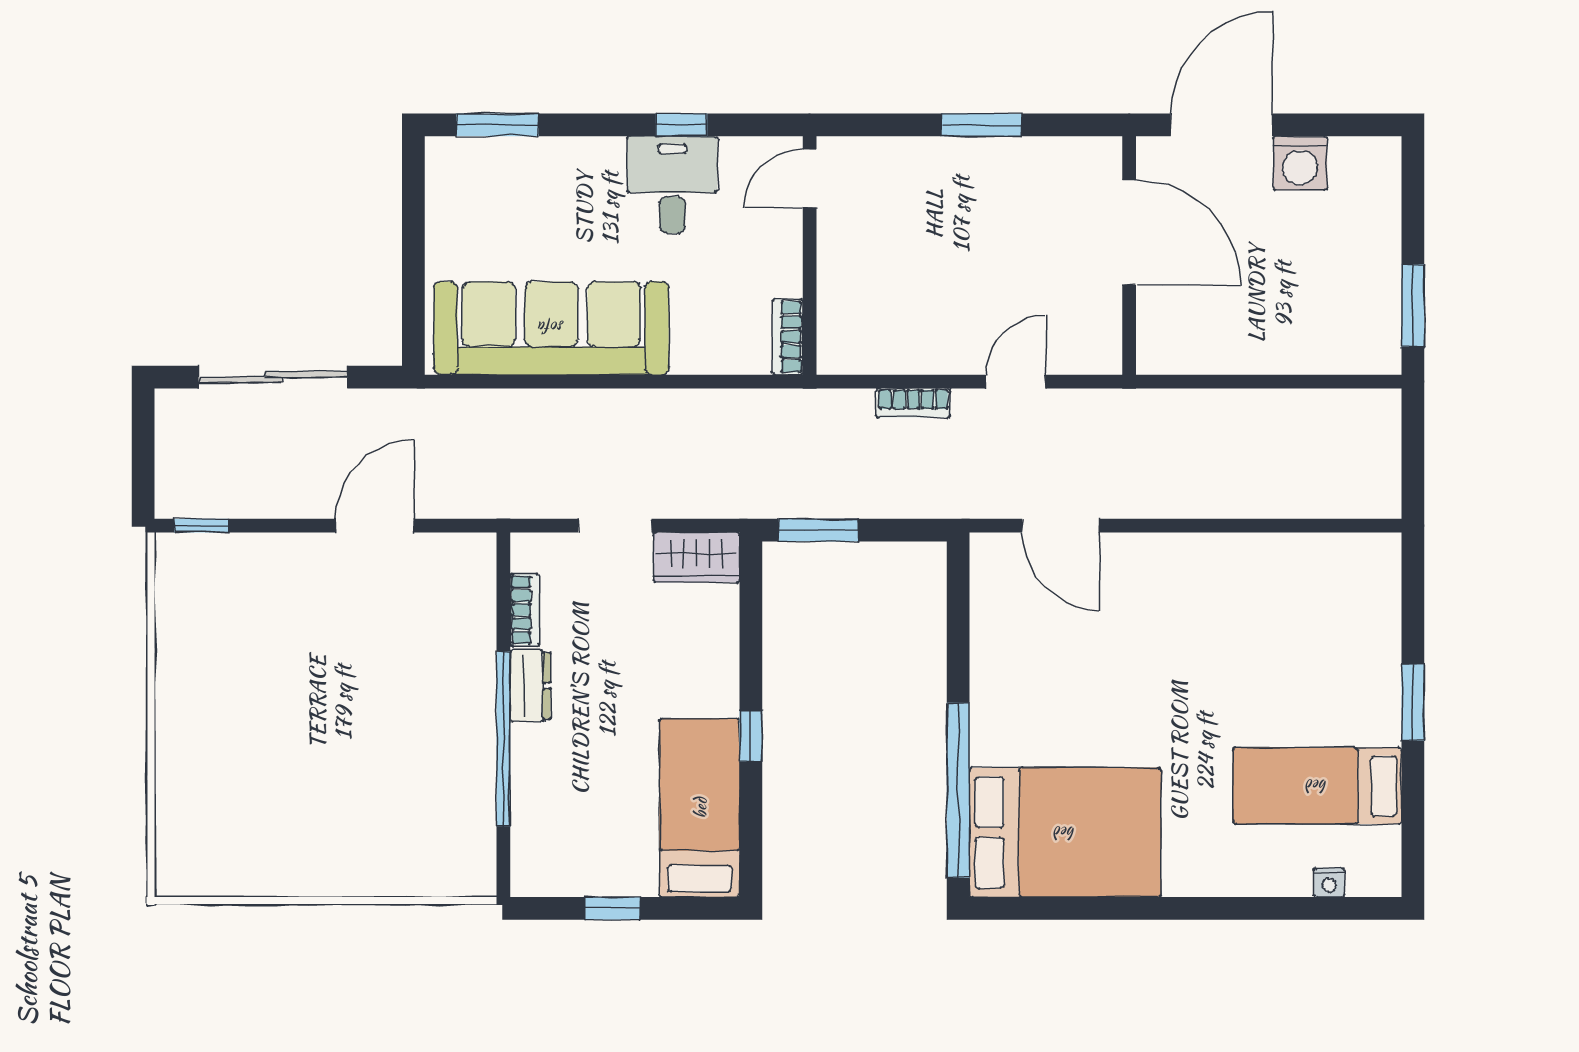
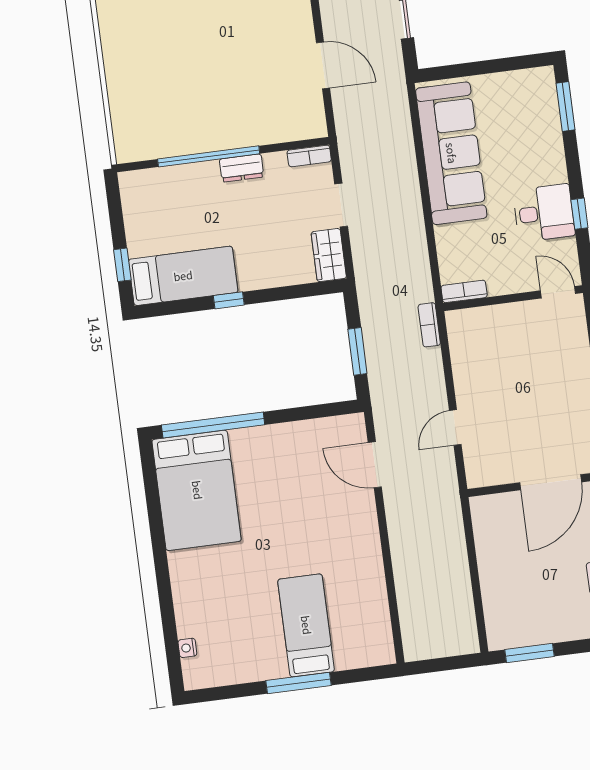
door: (1016, 382) -> (455, 428), swing flipped
bookcase: (913, 403) -> (429, 325), moved
door: (1061, 526) -> (375, 465), hinge flipped
window: (818, 530) -> (357, 351), moved
bookcase: (525, 610) -> (309, 156), moved
window: (1413, 702) -> (299, 683), width x1.44
bed: (1317, 786) -> (306, 625), moved
window: (612, 908) -> (122, 265), moved

